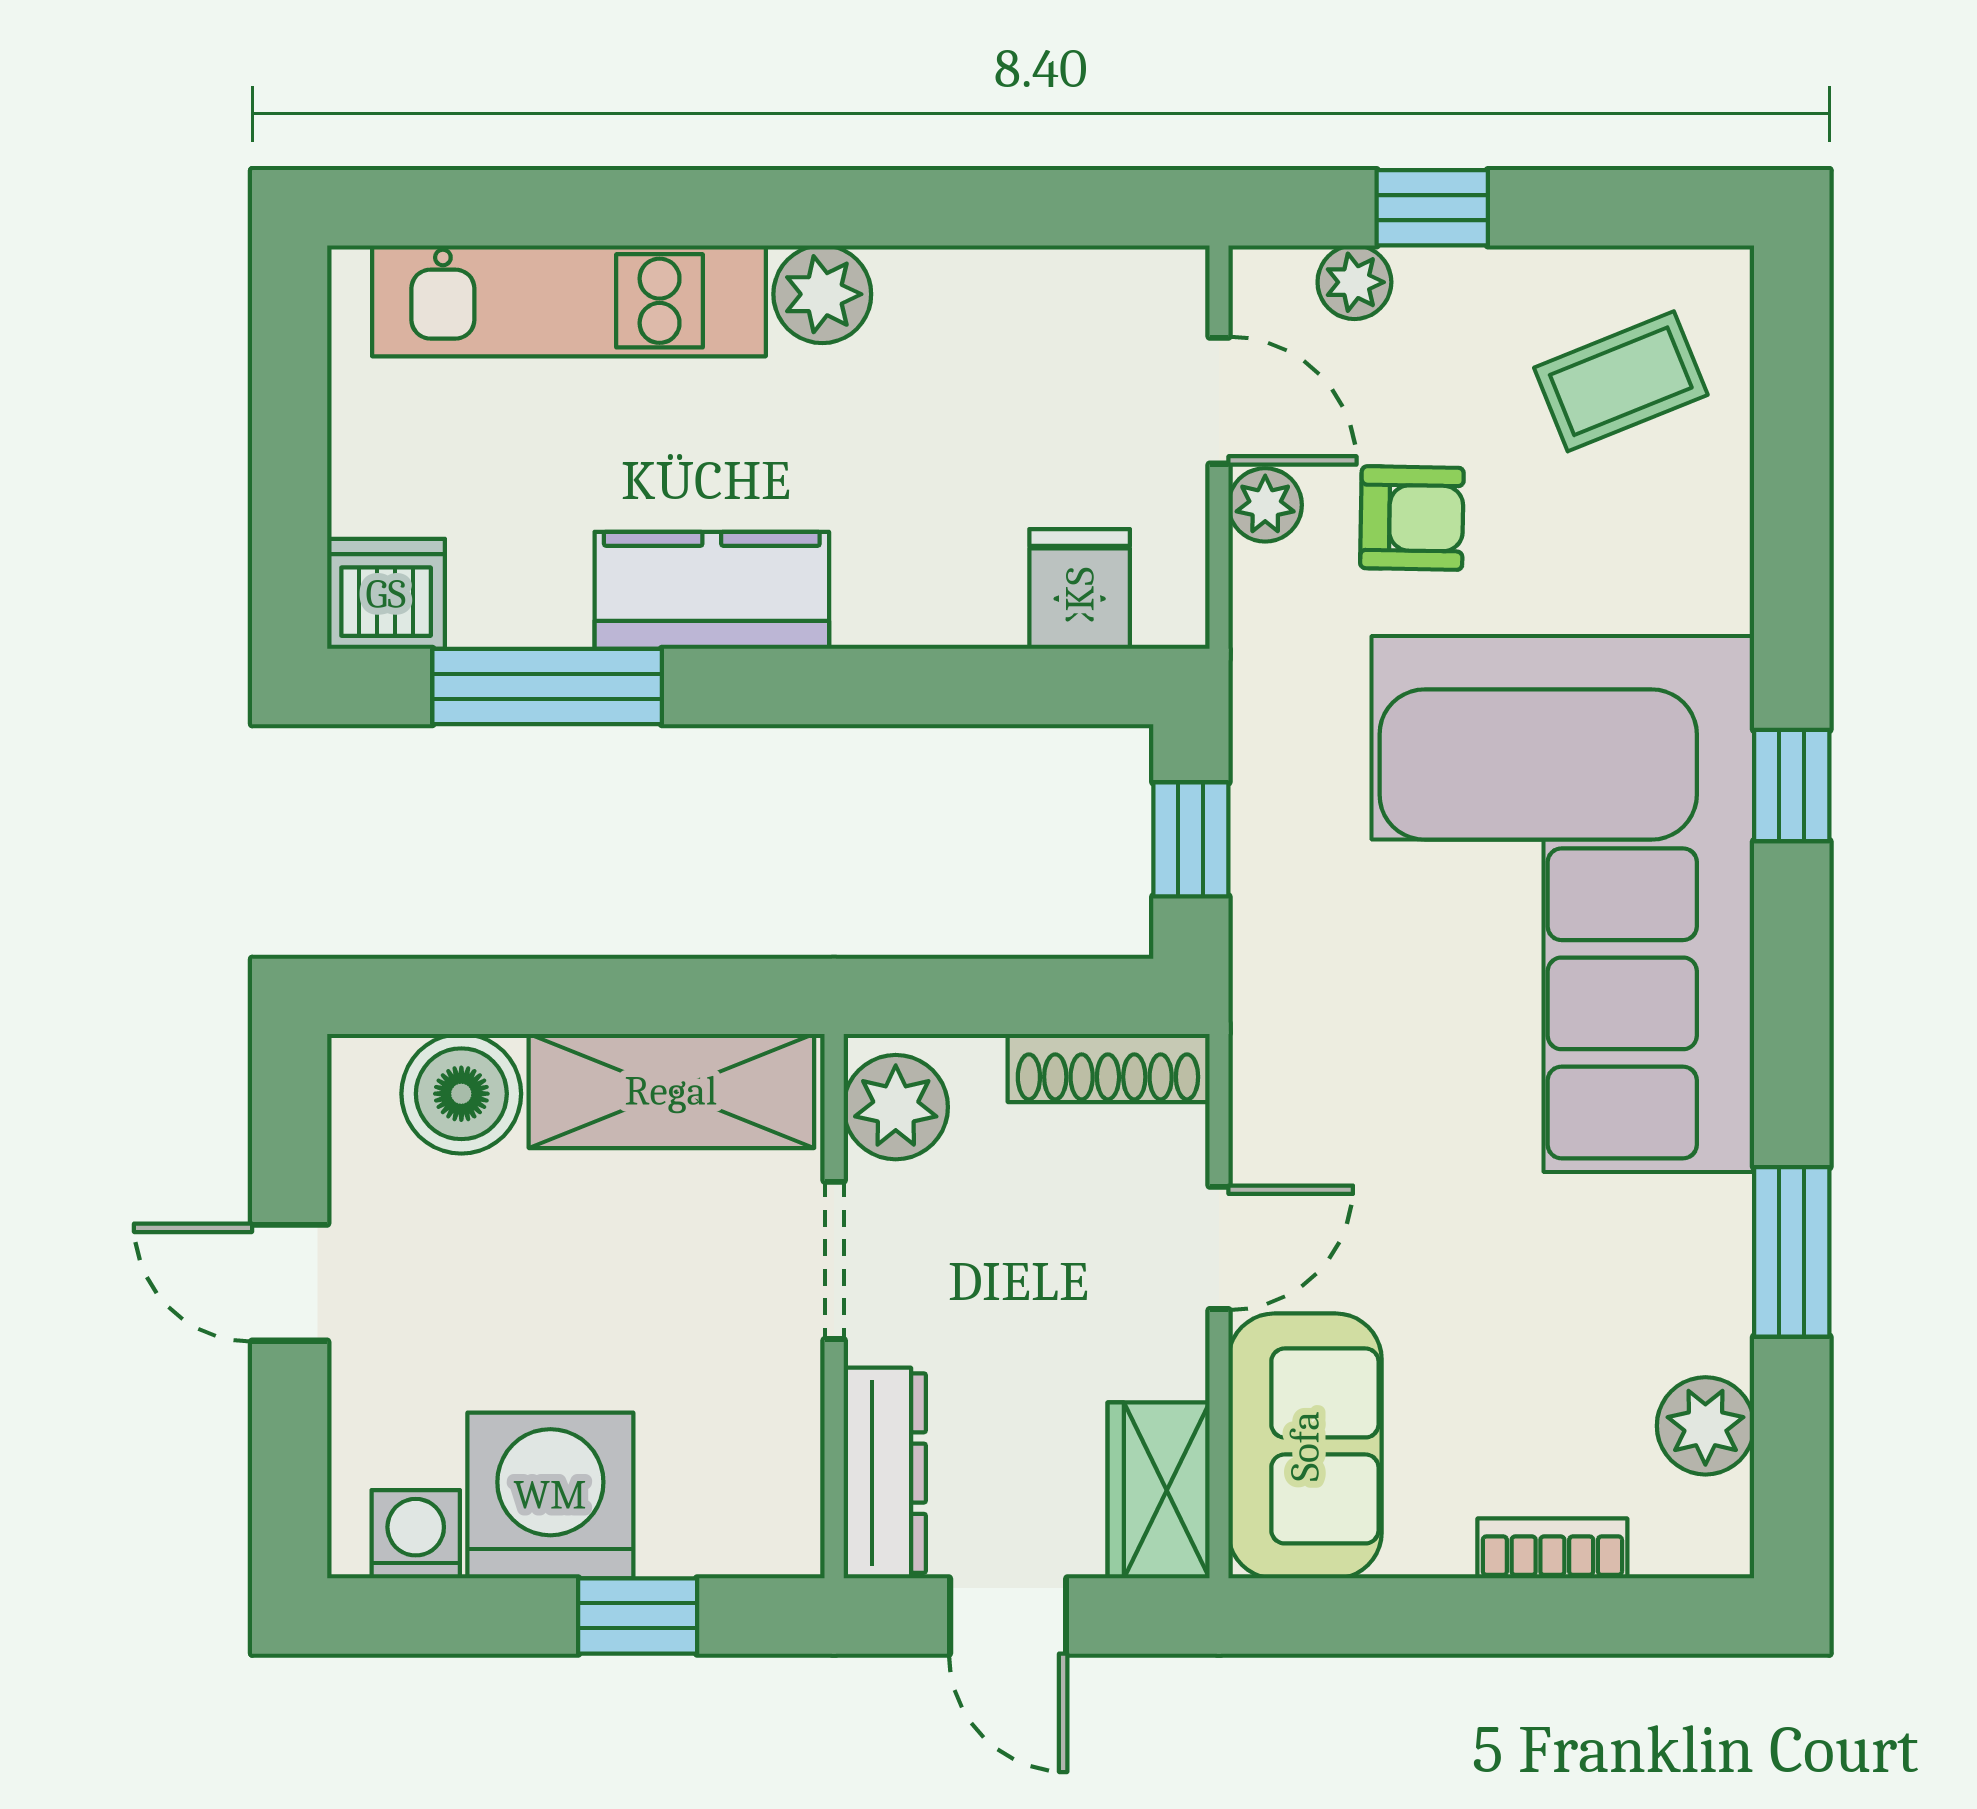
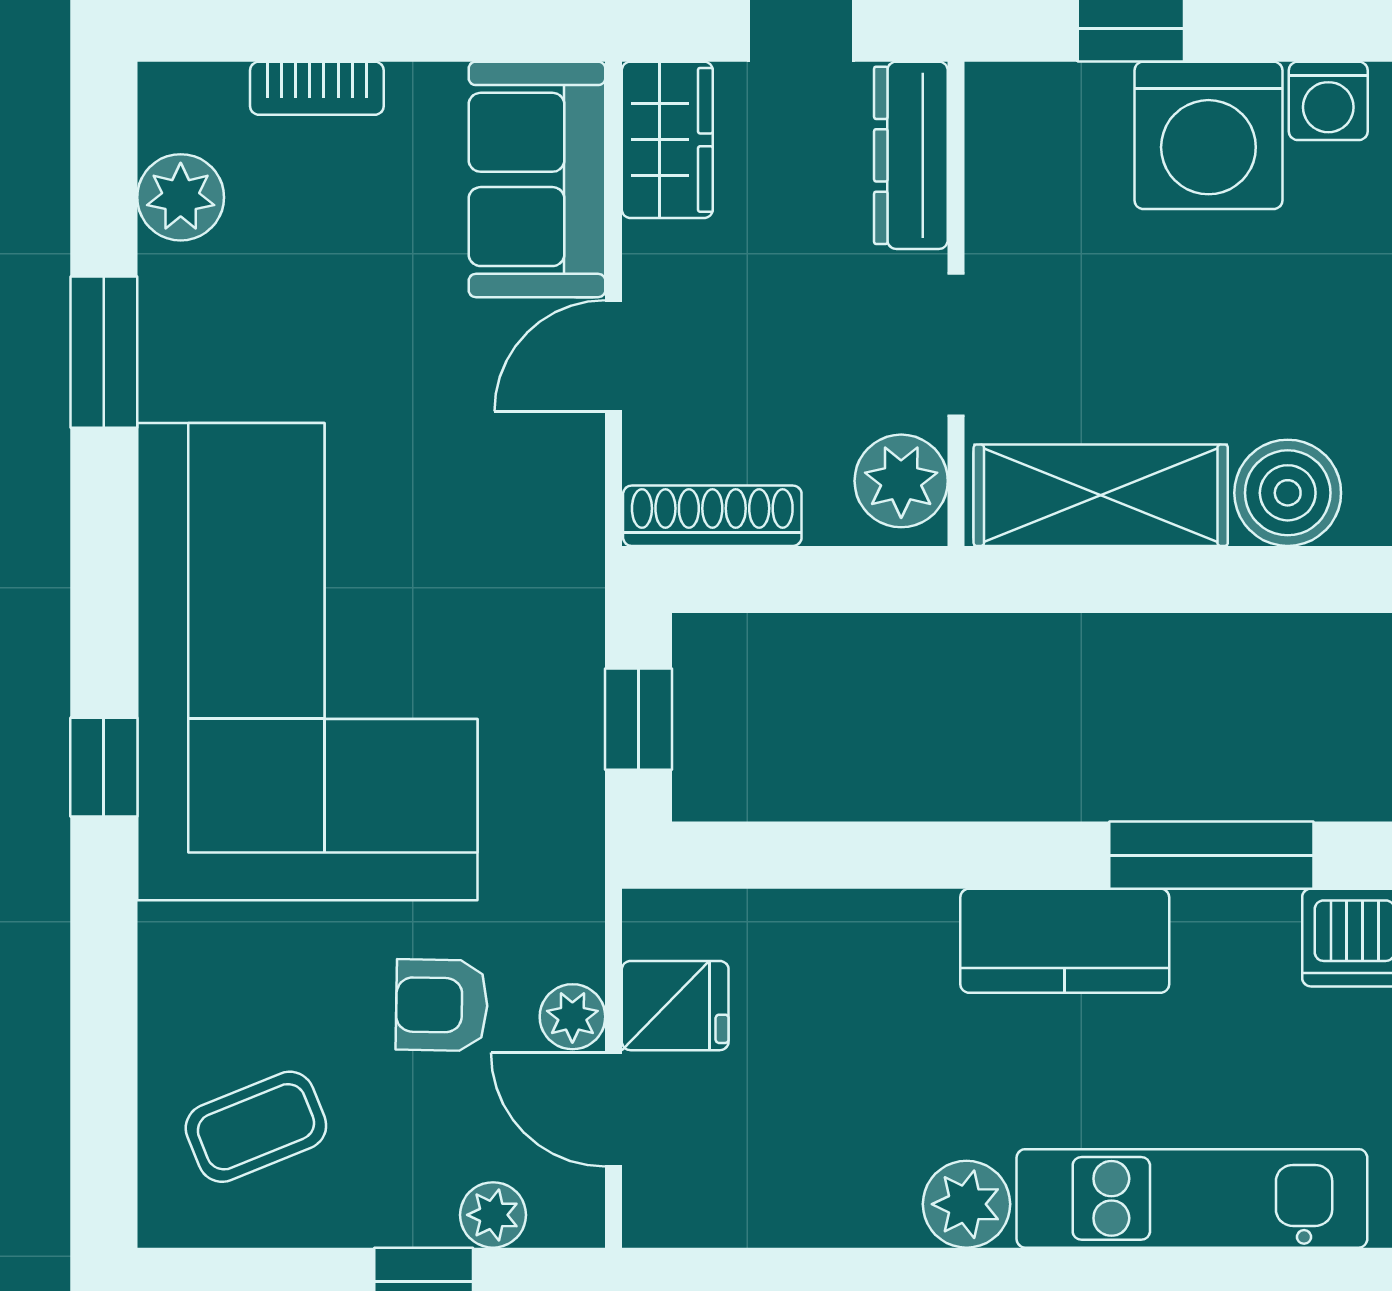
fridge: (1080, 589) -> (675, 1006), moved, turned -90

